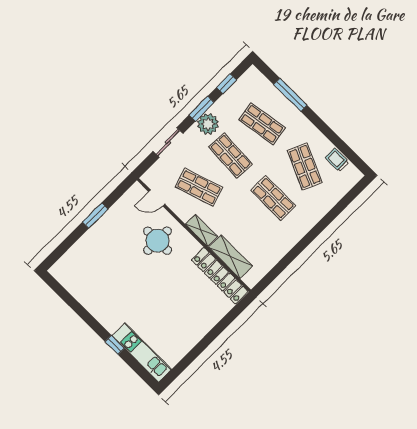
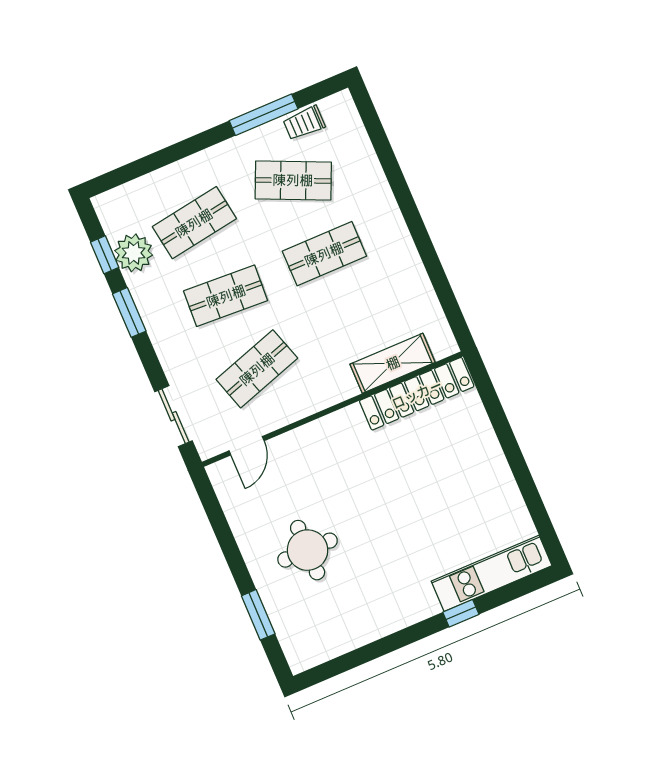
window: (290, 95) -> (264, 115), moved
plant: (208, 124) -> (134, 253), moved
sliding door: (168, 142) -> (174, 416), moved
window: (95, 215) -> (258, 615), moved
shelving: (201, 230) -> (330, 394), removed
round table: (158, 241) -> (308, 550), moved

